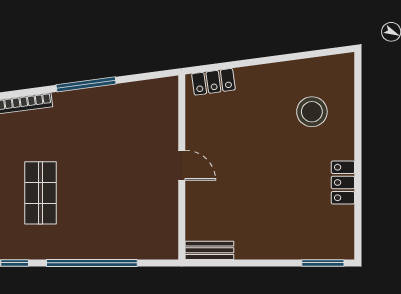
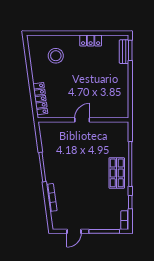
locker: (213, 82) -> (40, 99), width x1.53
shop shelf: (40, 193) -> (117, 173), moved, turned 90
bench: (209, 250) -> (124, 52), moved

